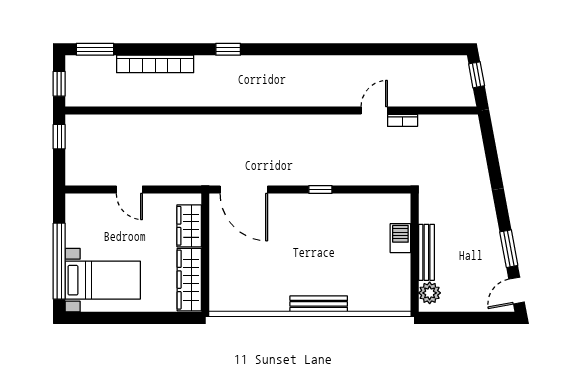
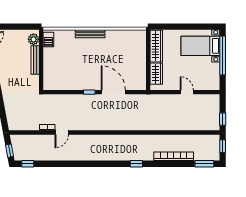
window: (441, 49) -> (28, 164), added
door: (244, 190) -> (113, 92), moved
barbecue: (400, 238) -> (48, 39), moved

